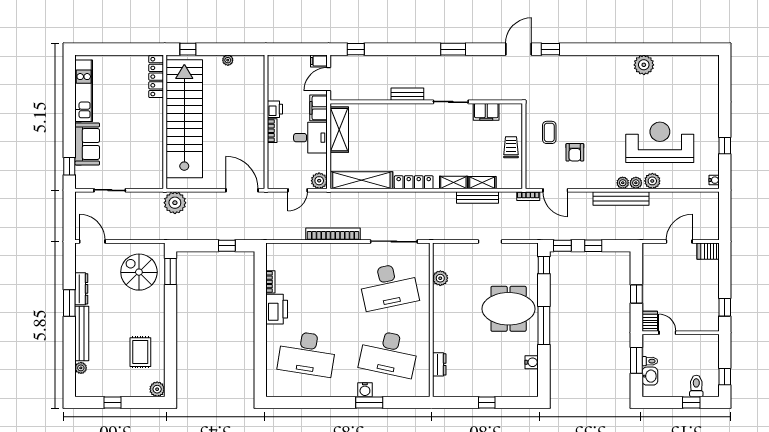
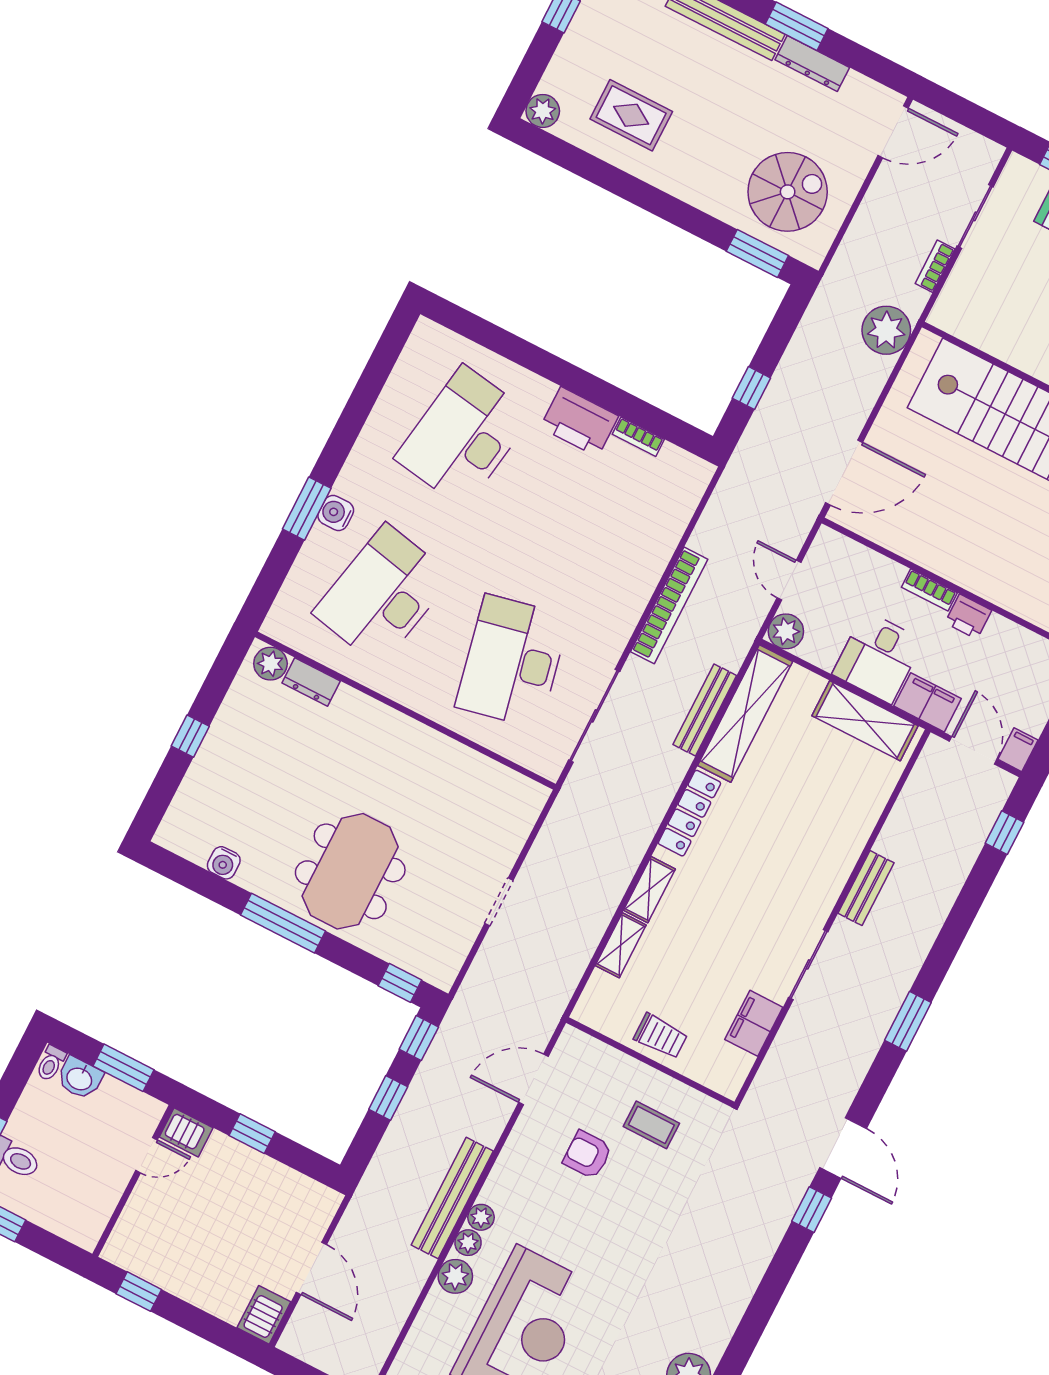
bookcase: (528, 196) -> (935, 266), moved
bench: (477, 197) -> (705, 710), moved
plant: (440, 278) -> (270, 664), moved
toilet: (650, 361) -> (51, 1063), moved

